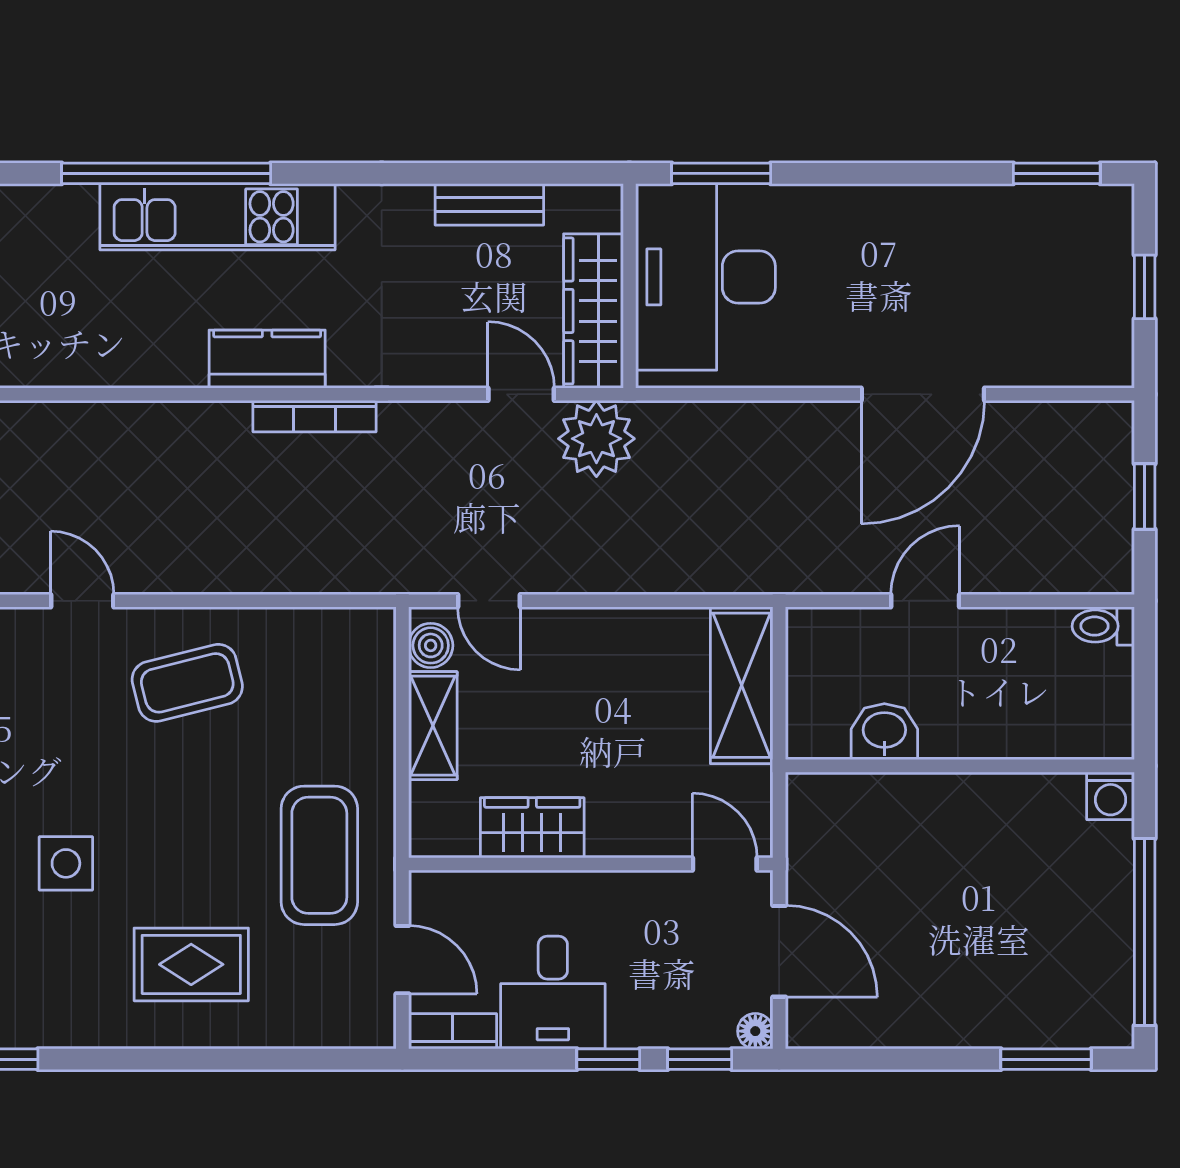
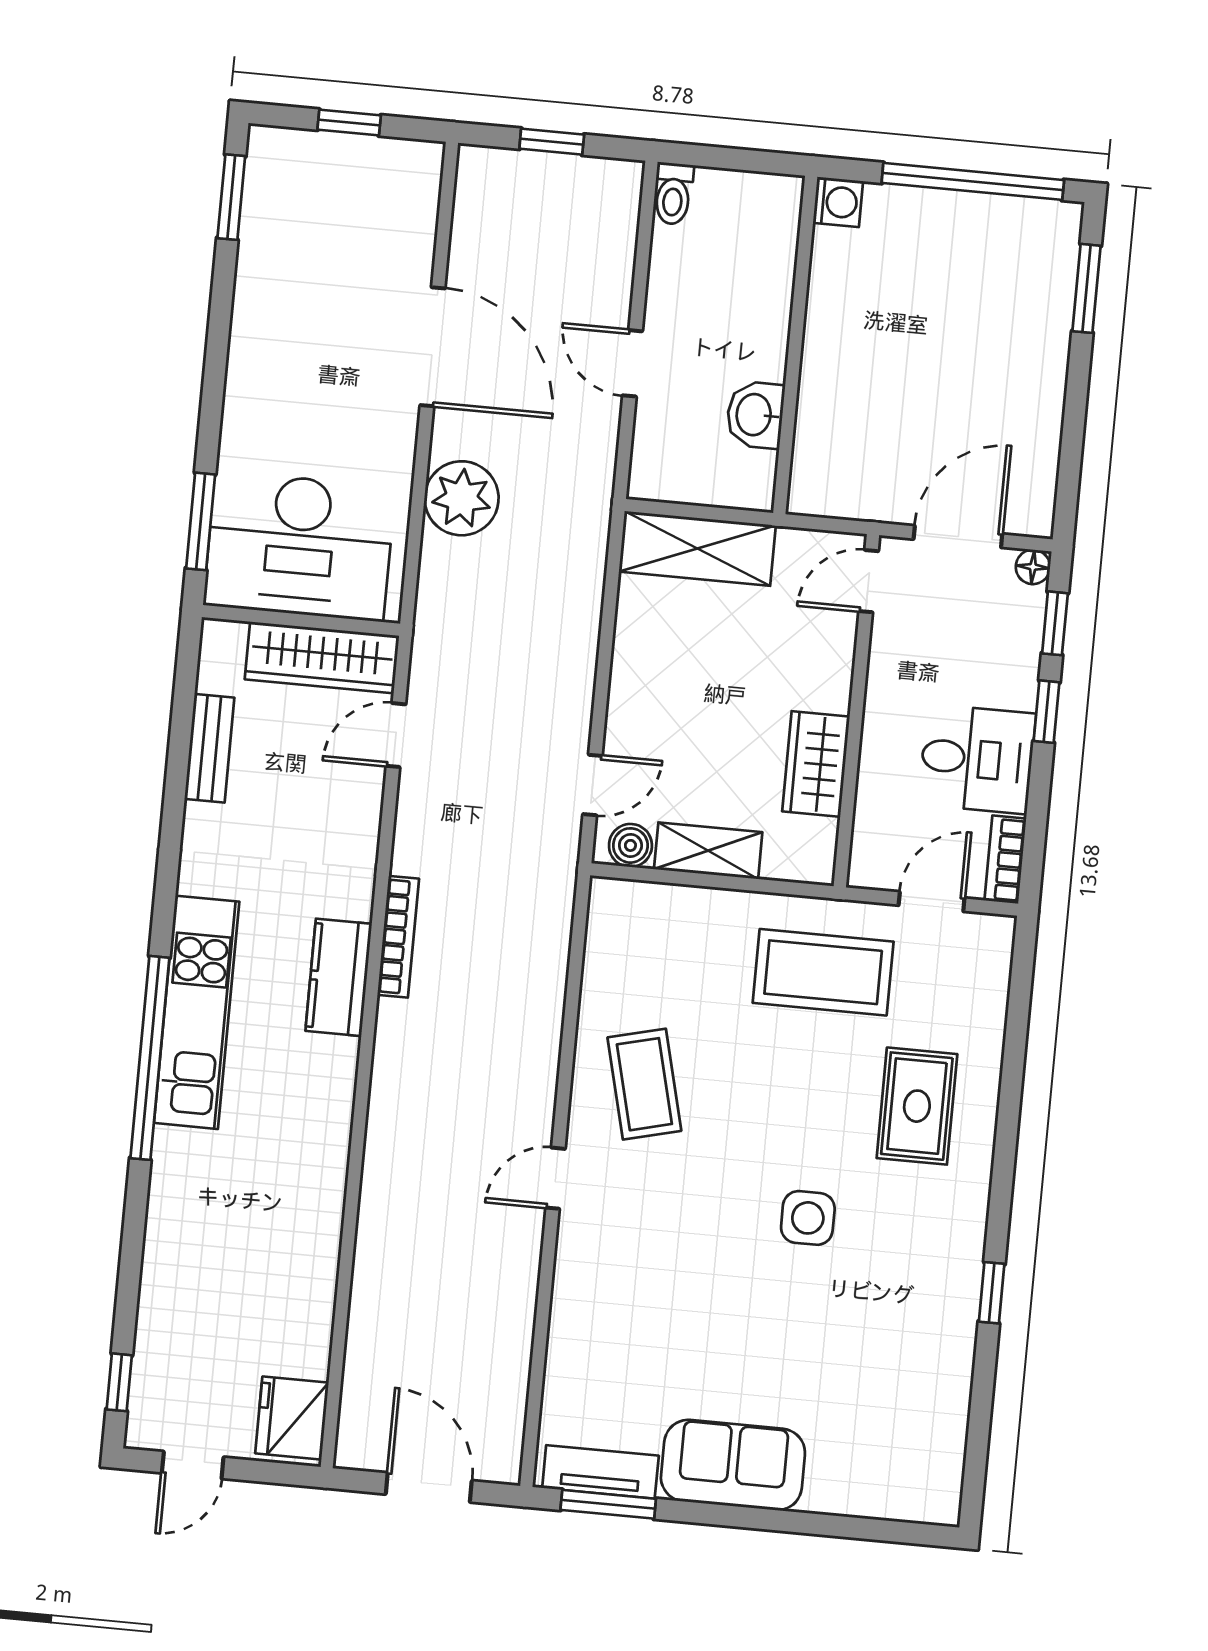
plant: (596, 439) -> (462, 498), moved

